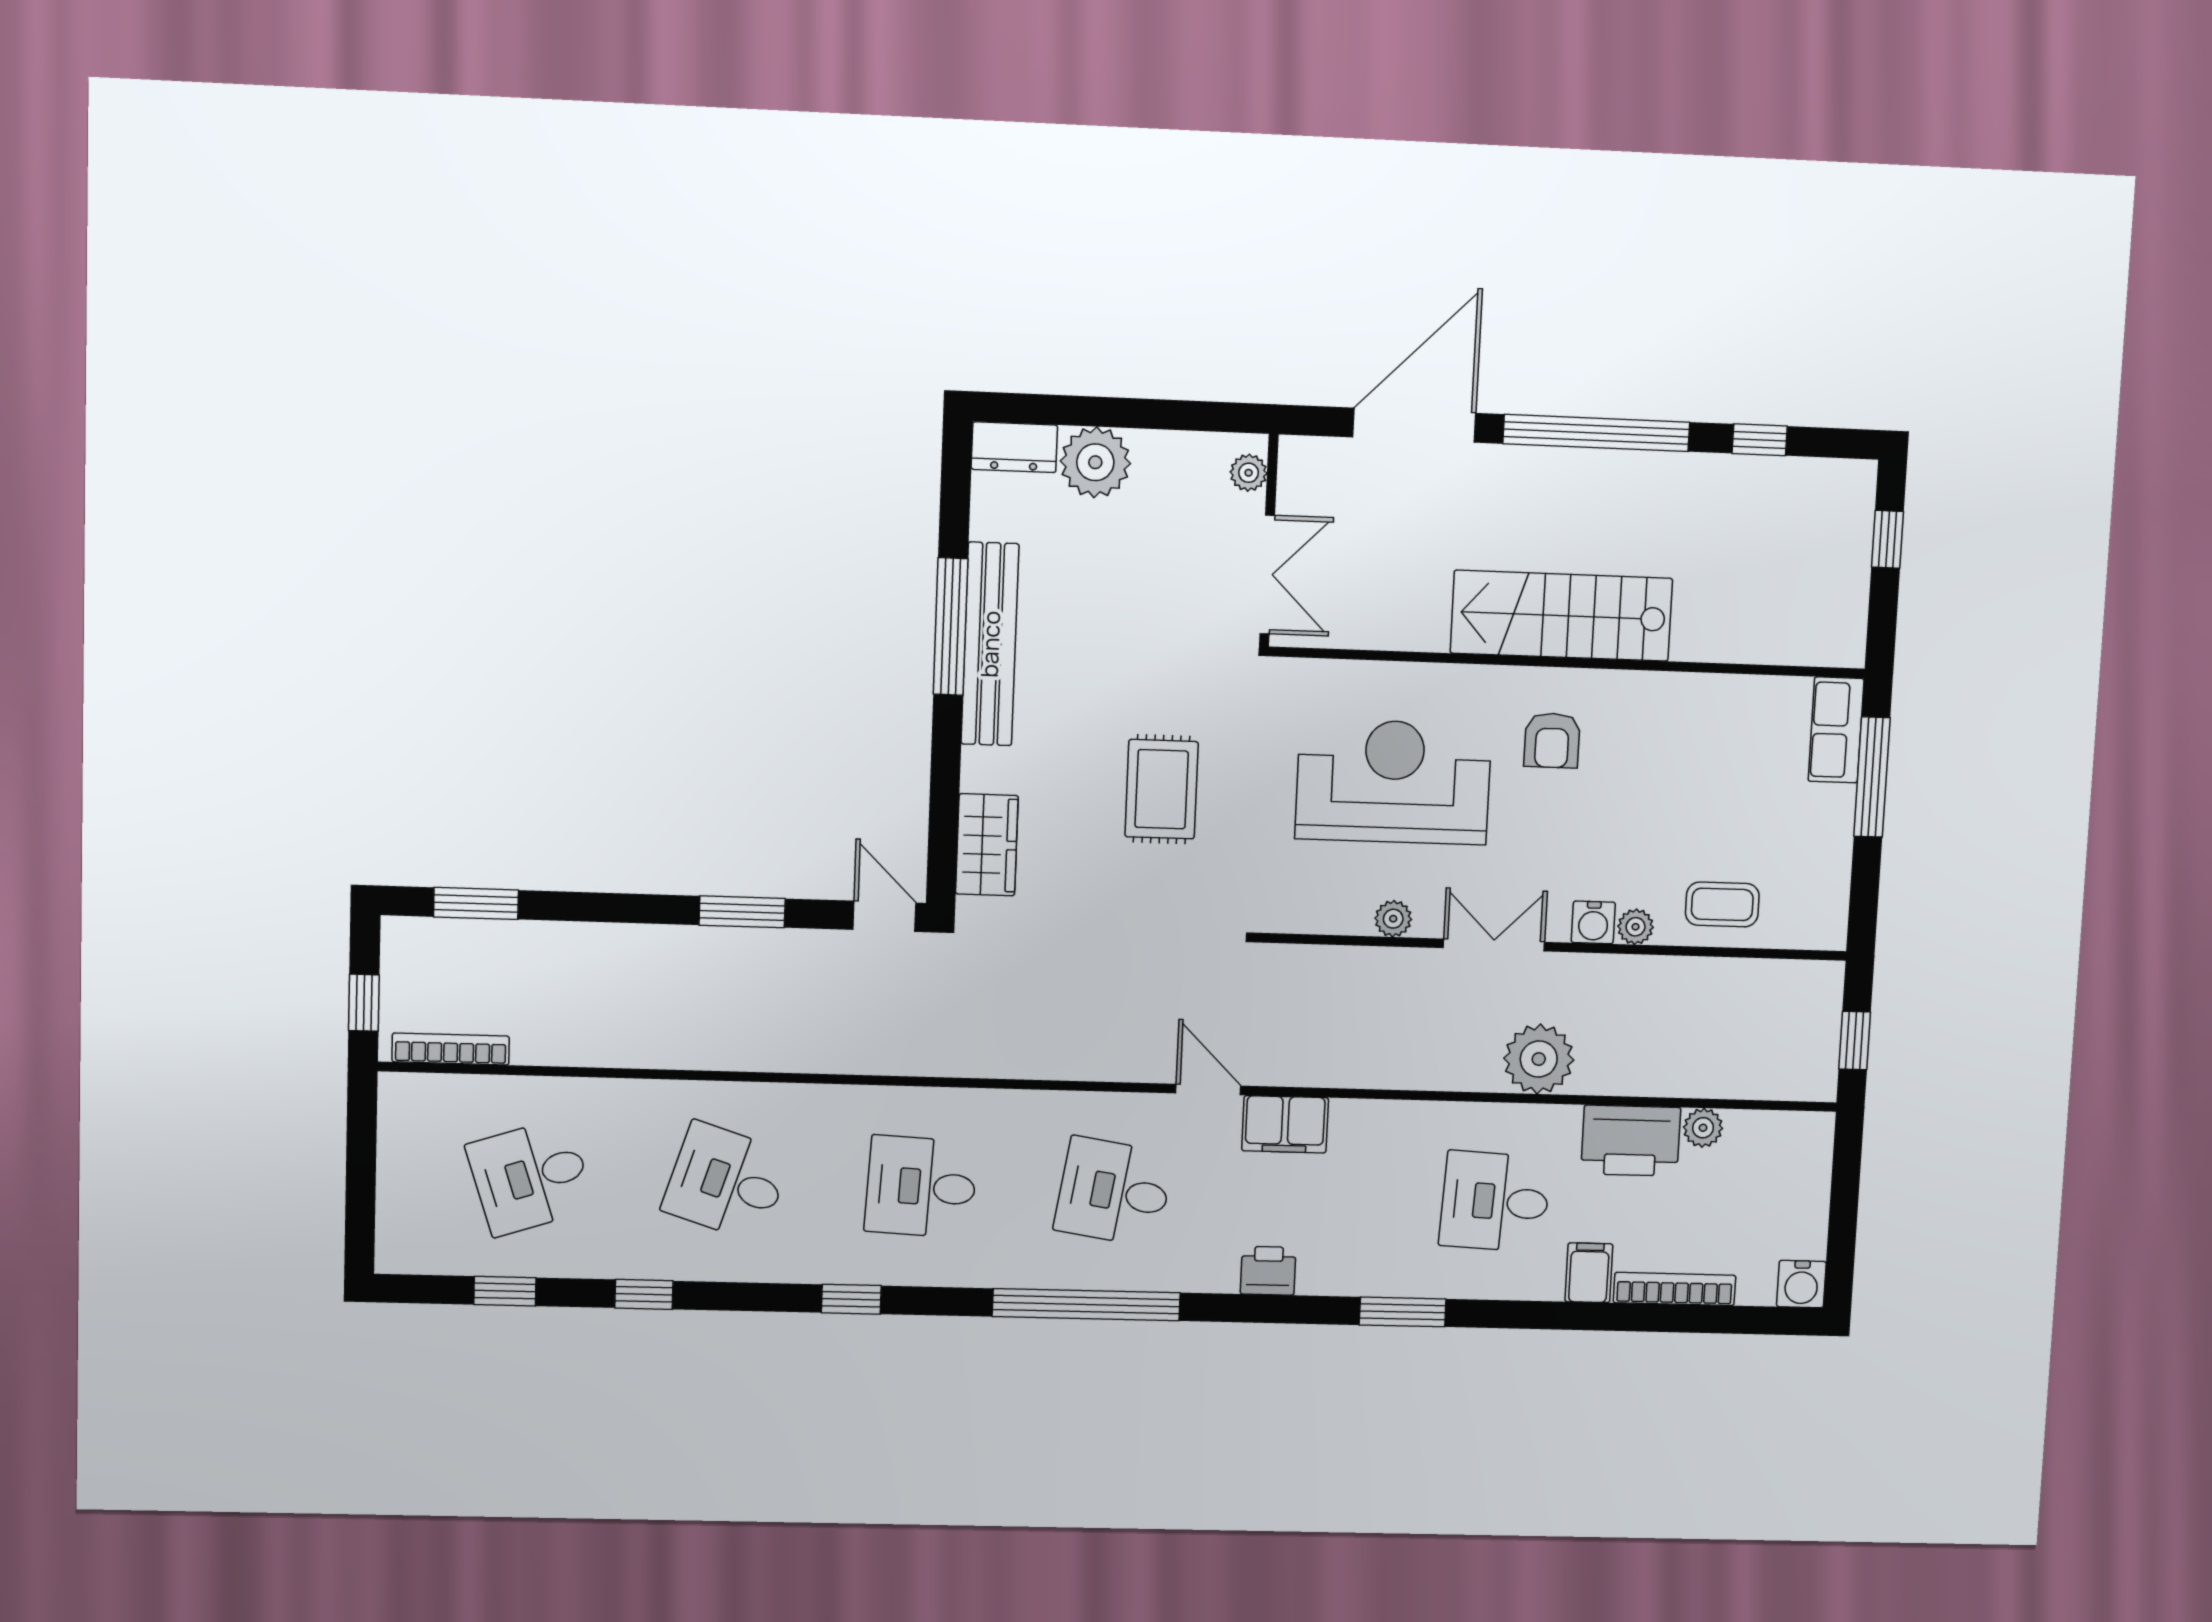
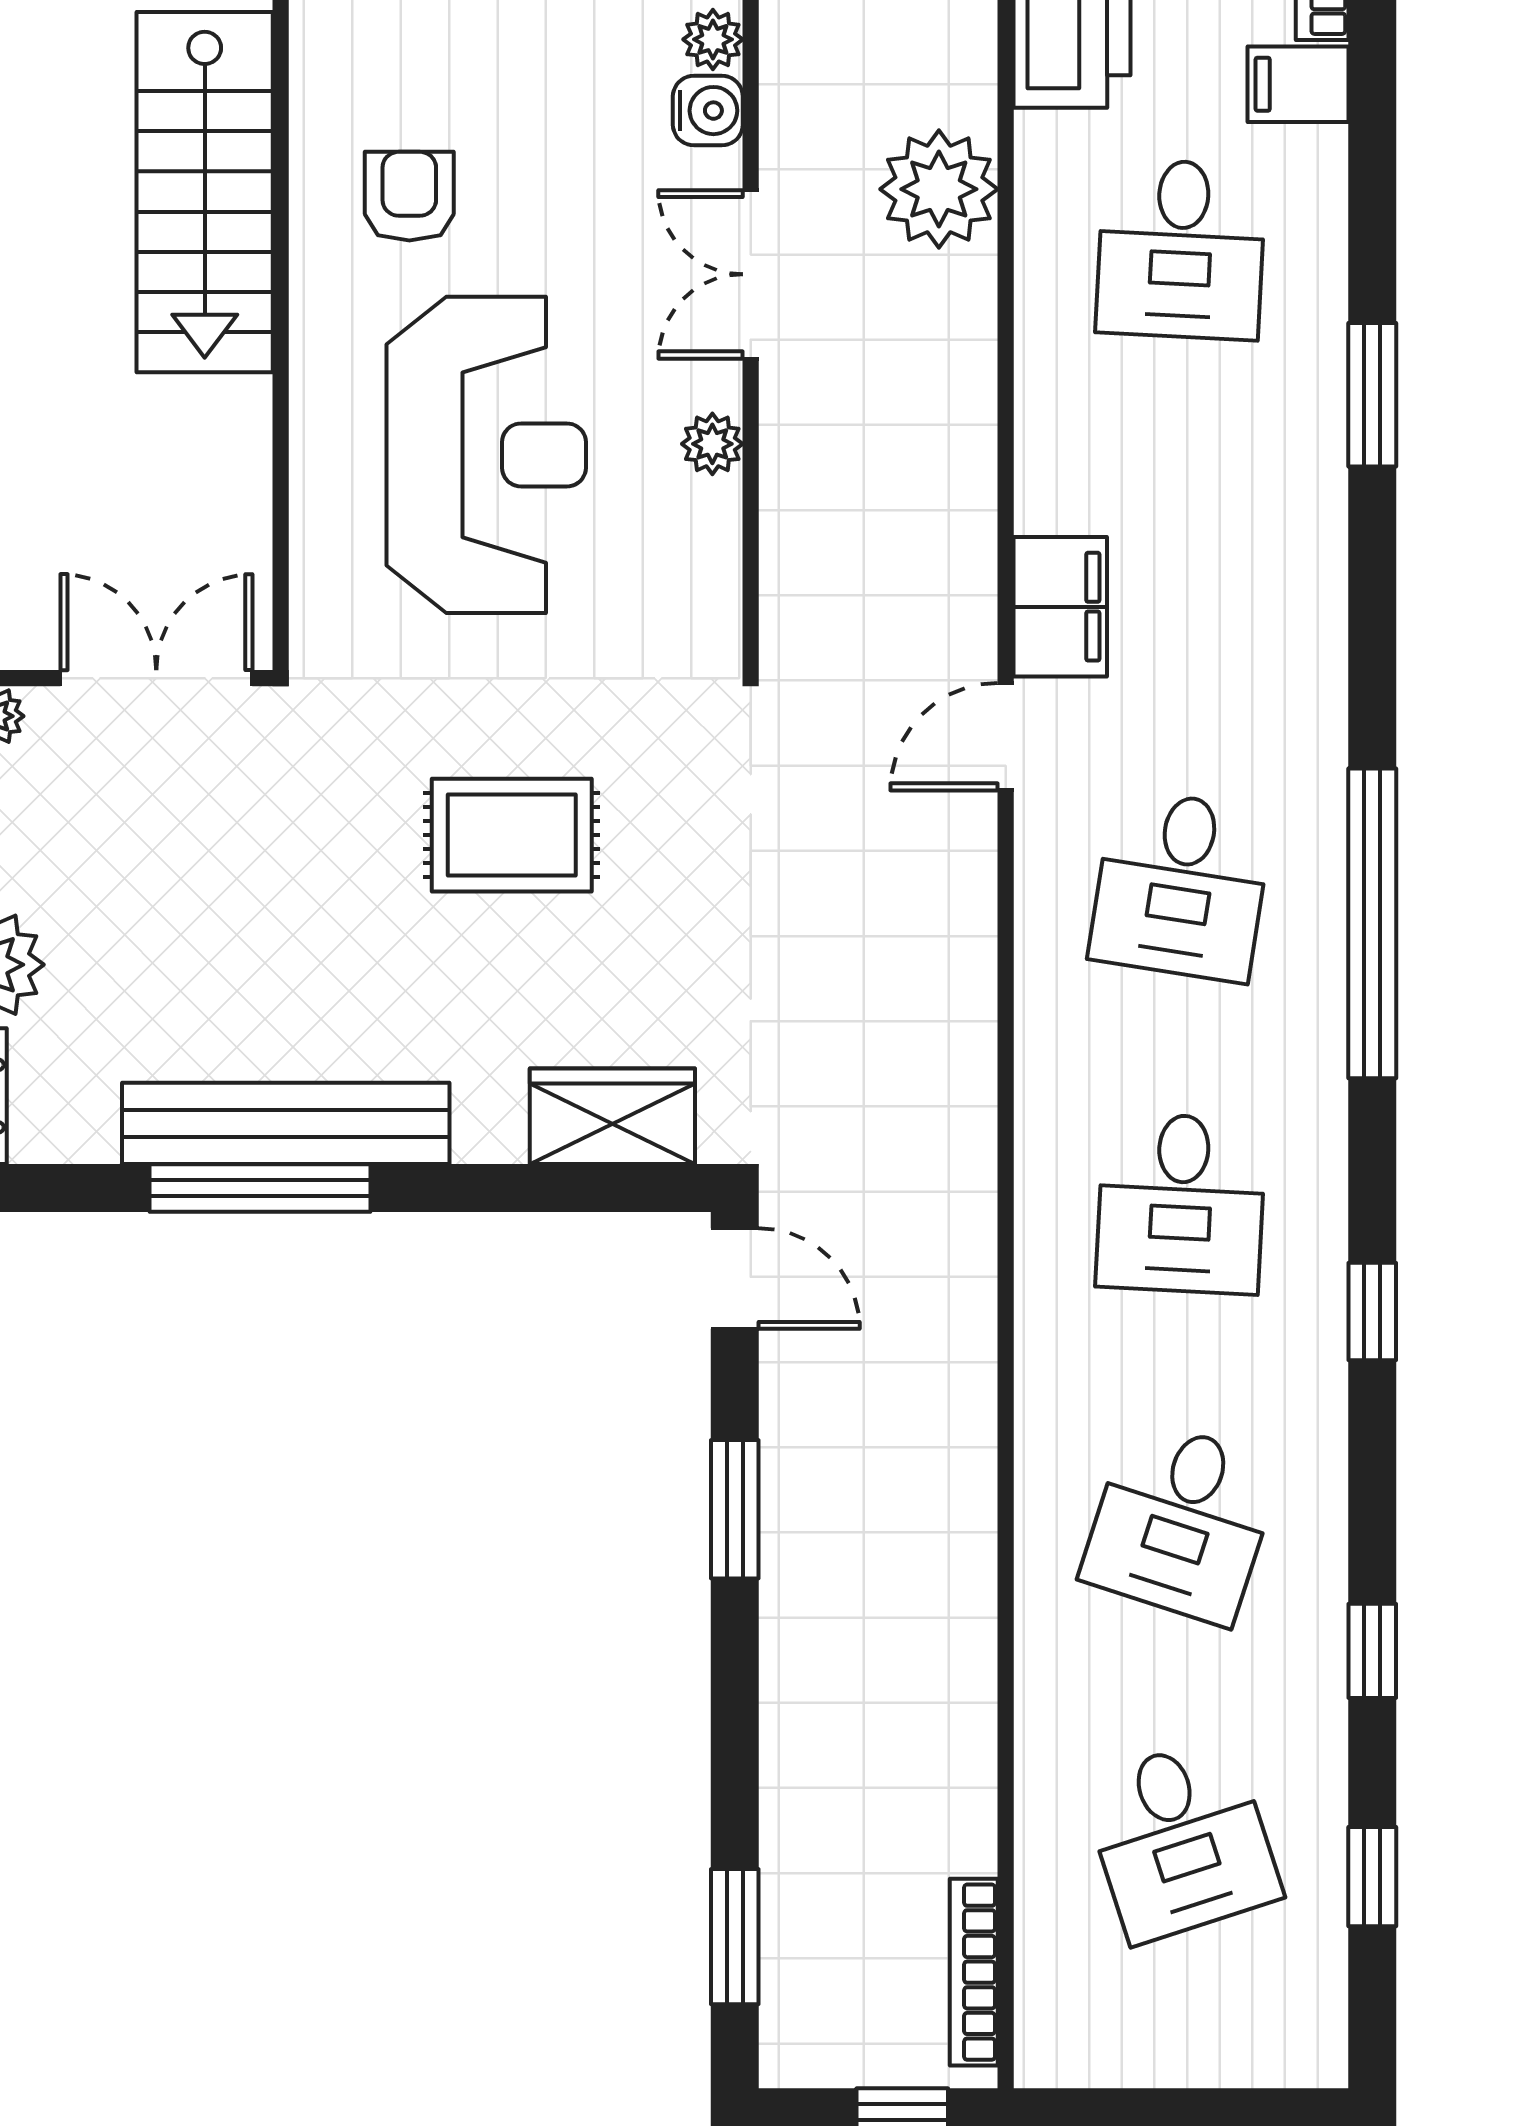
armchair: (1552, 740) -> (409, 196), turned -90
reception desk: (1393, 782) -> (486, 455), turned 180
door: (884, 916) -> (735, 1278), swing flipped
printer: (1268, 1271) -> (1308, 623), removed

